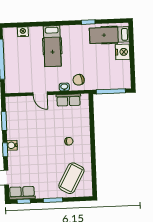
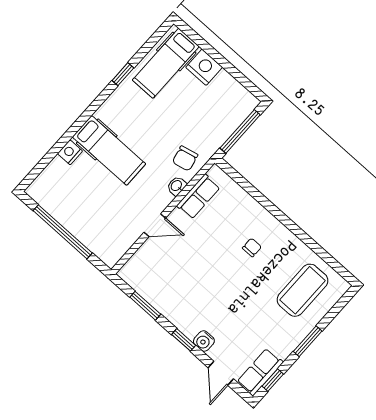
nightstand: (23, 32) -> (70, 152), moved
water cooler: (12, 145) -> (204, 341), moved
coffee table: (71, 178) -> (303, 290), turned 61

